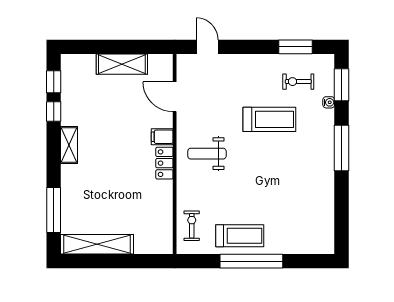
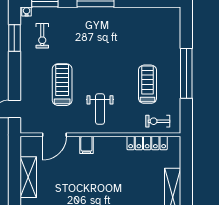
water cooler: (329, 102) -> (27, 11), moved
treadmill: (269, 119) -> (62, 85), moved
locker: (164, 163) -> (147, 143), moved, width x1.53
treadmill: (240, 236) -> (148, 84), moved

